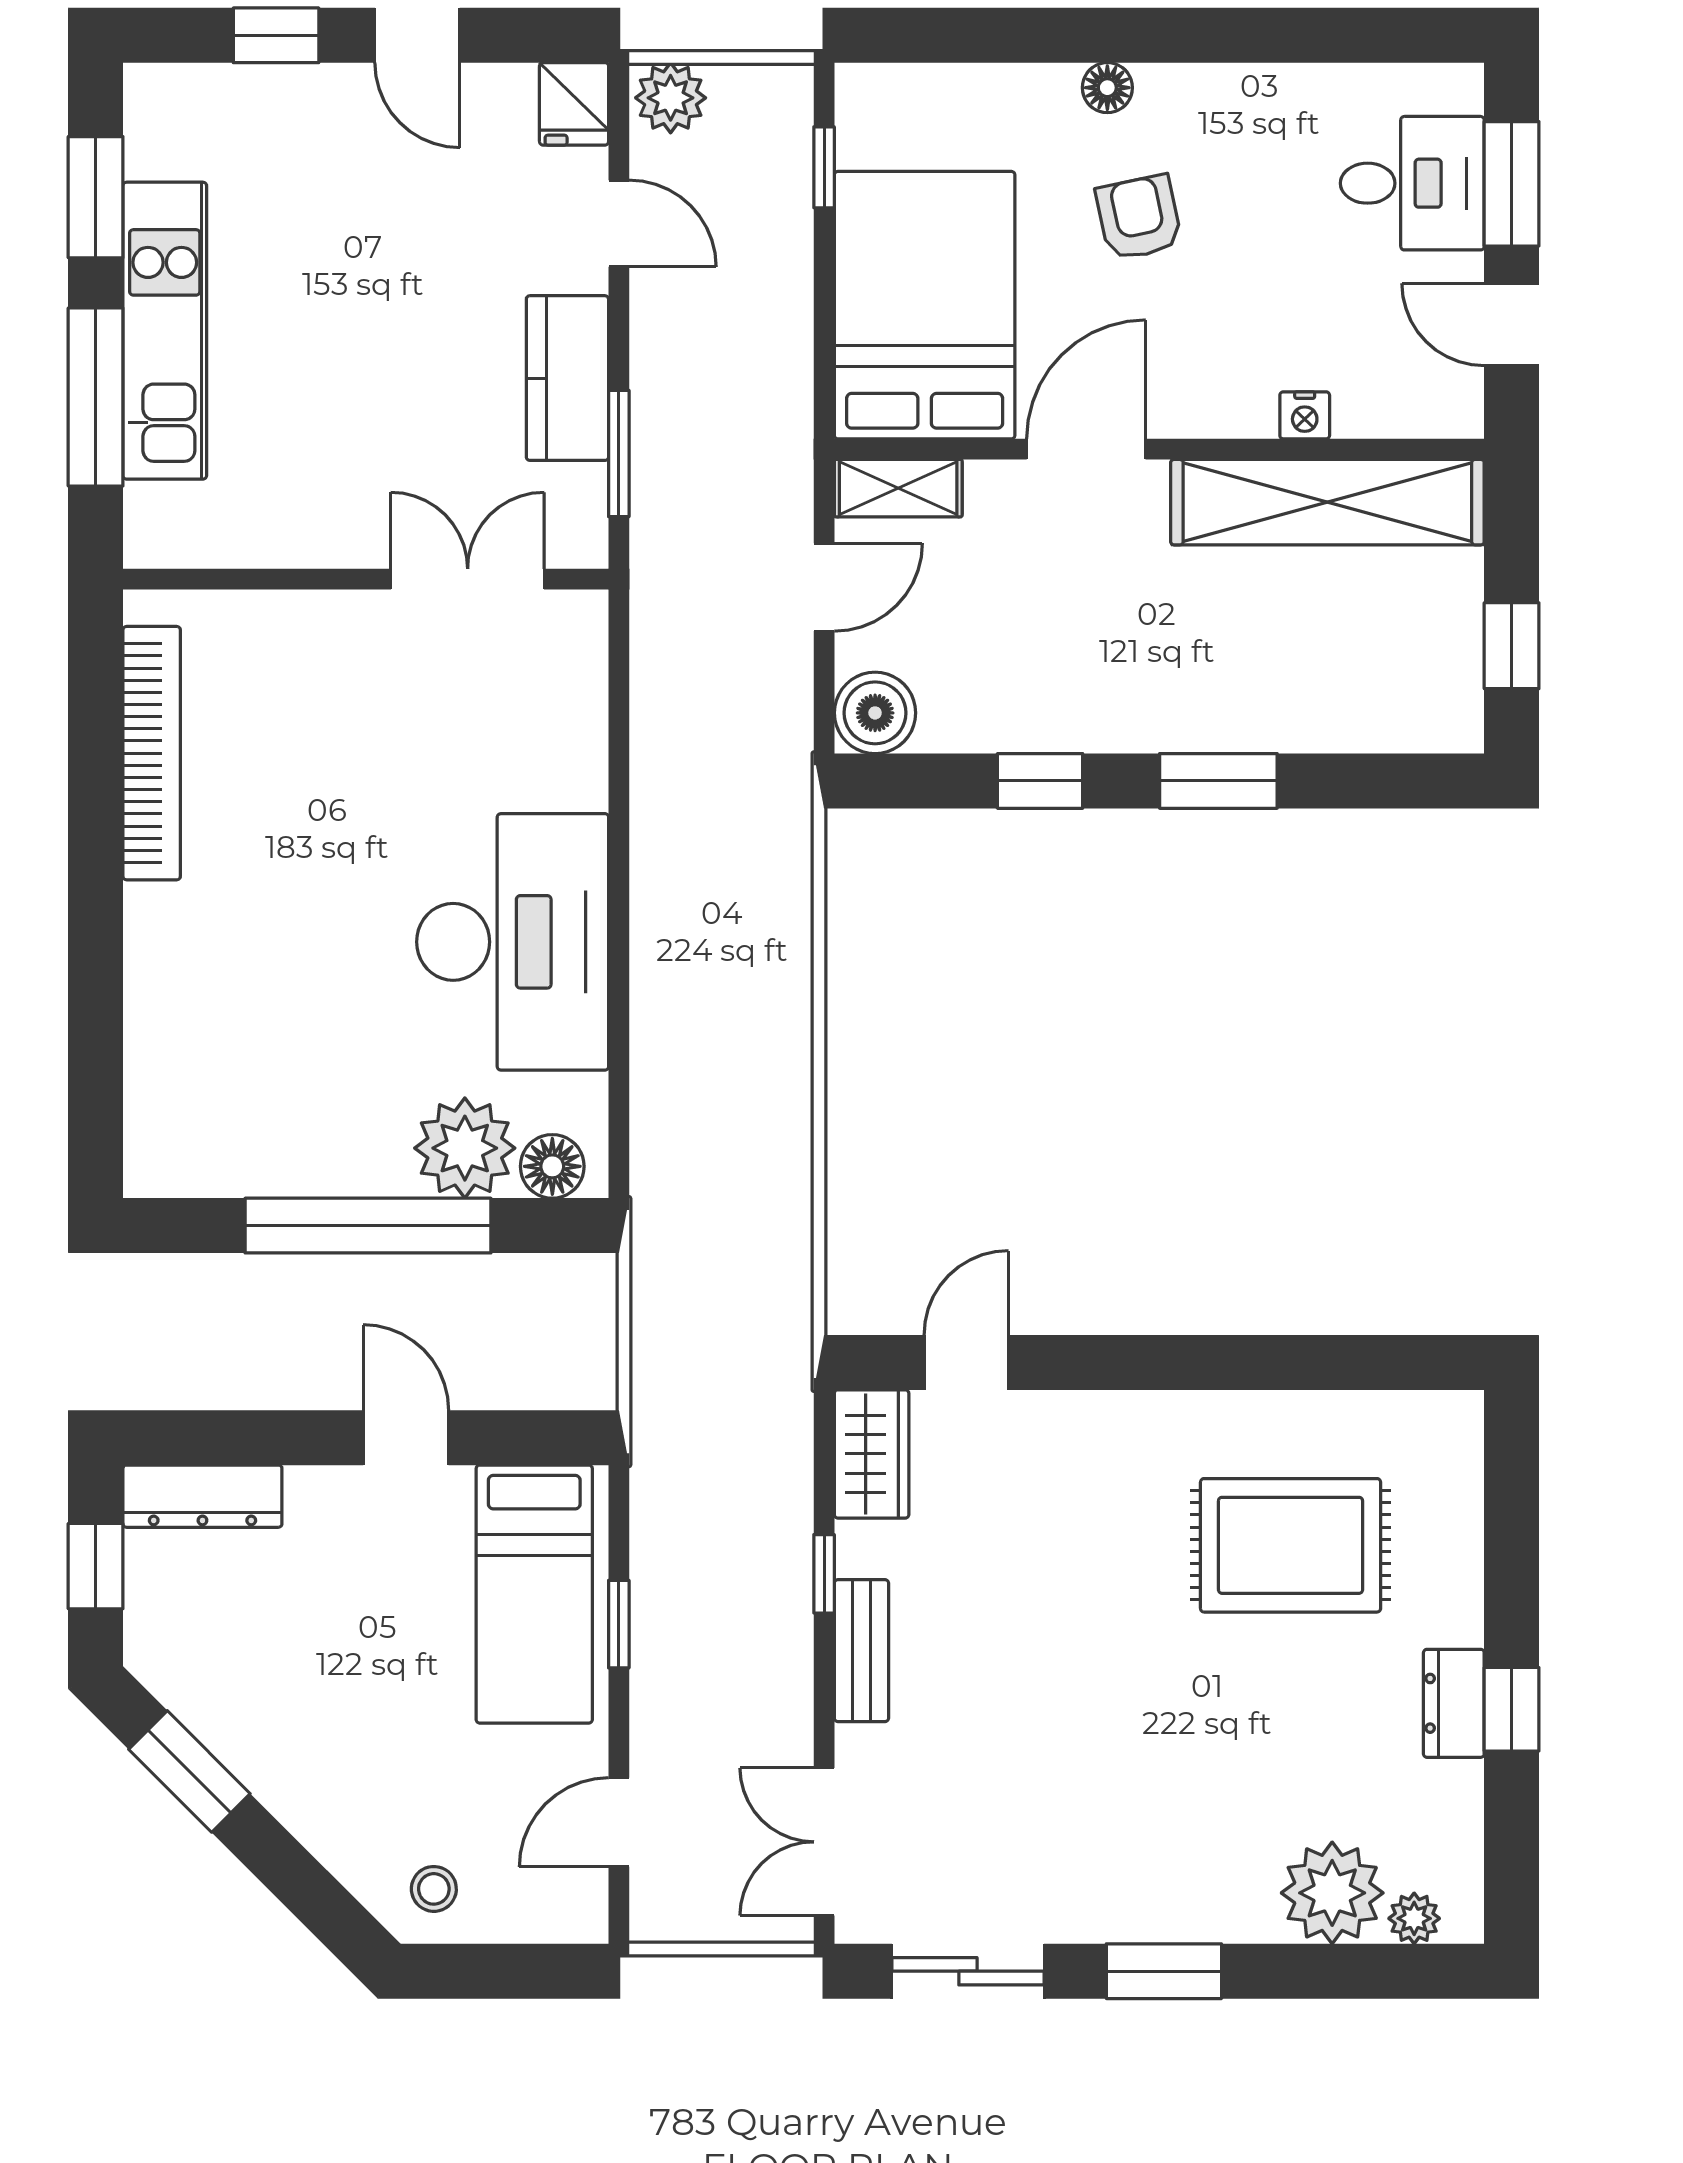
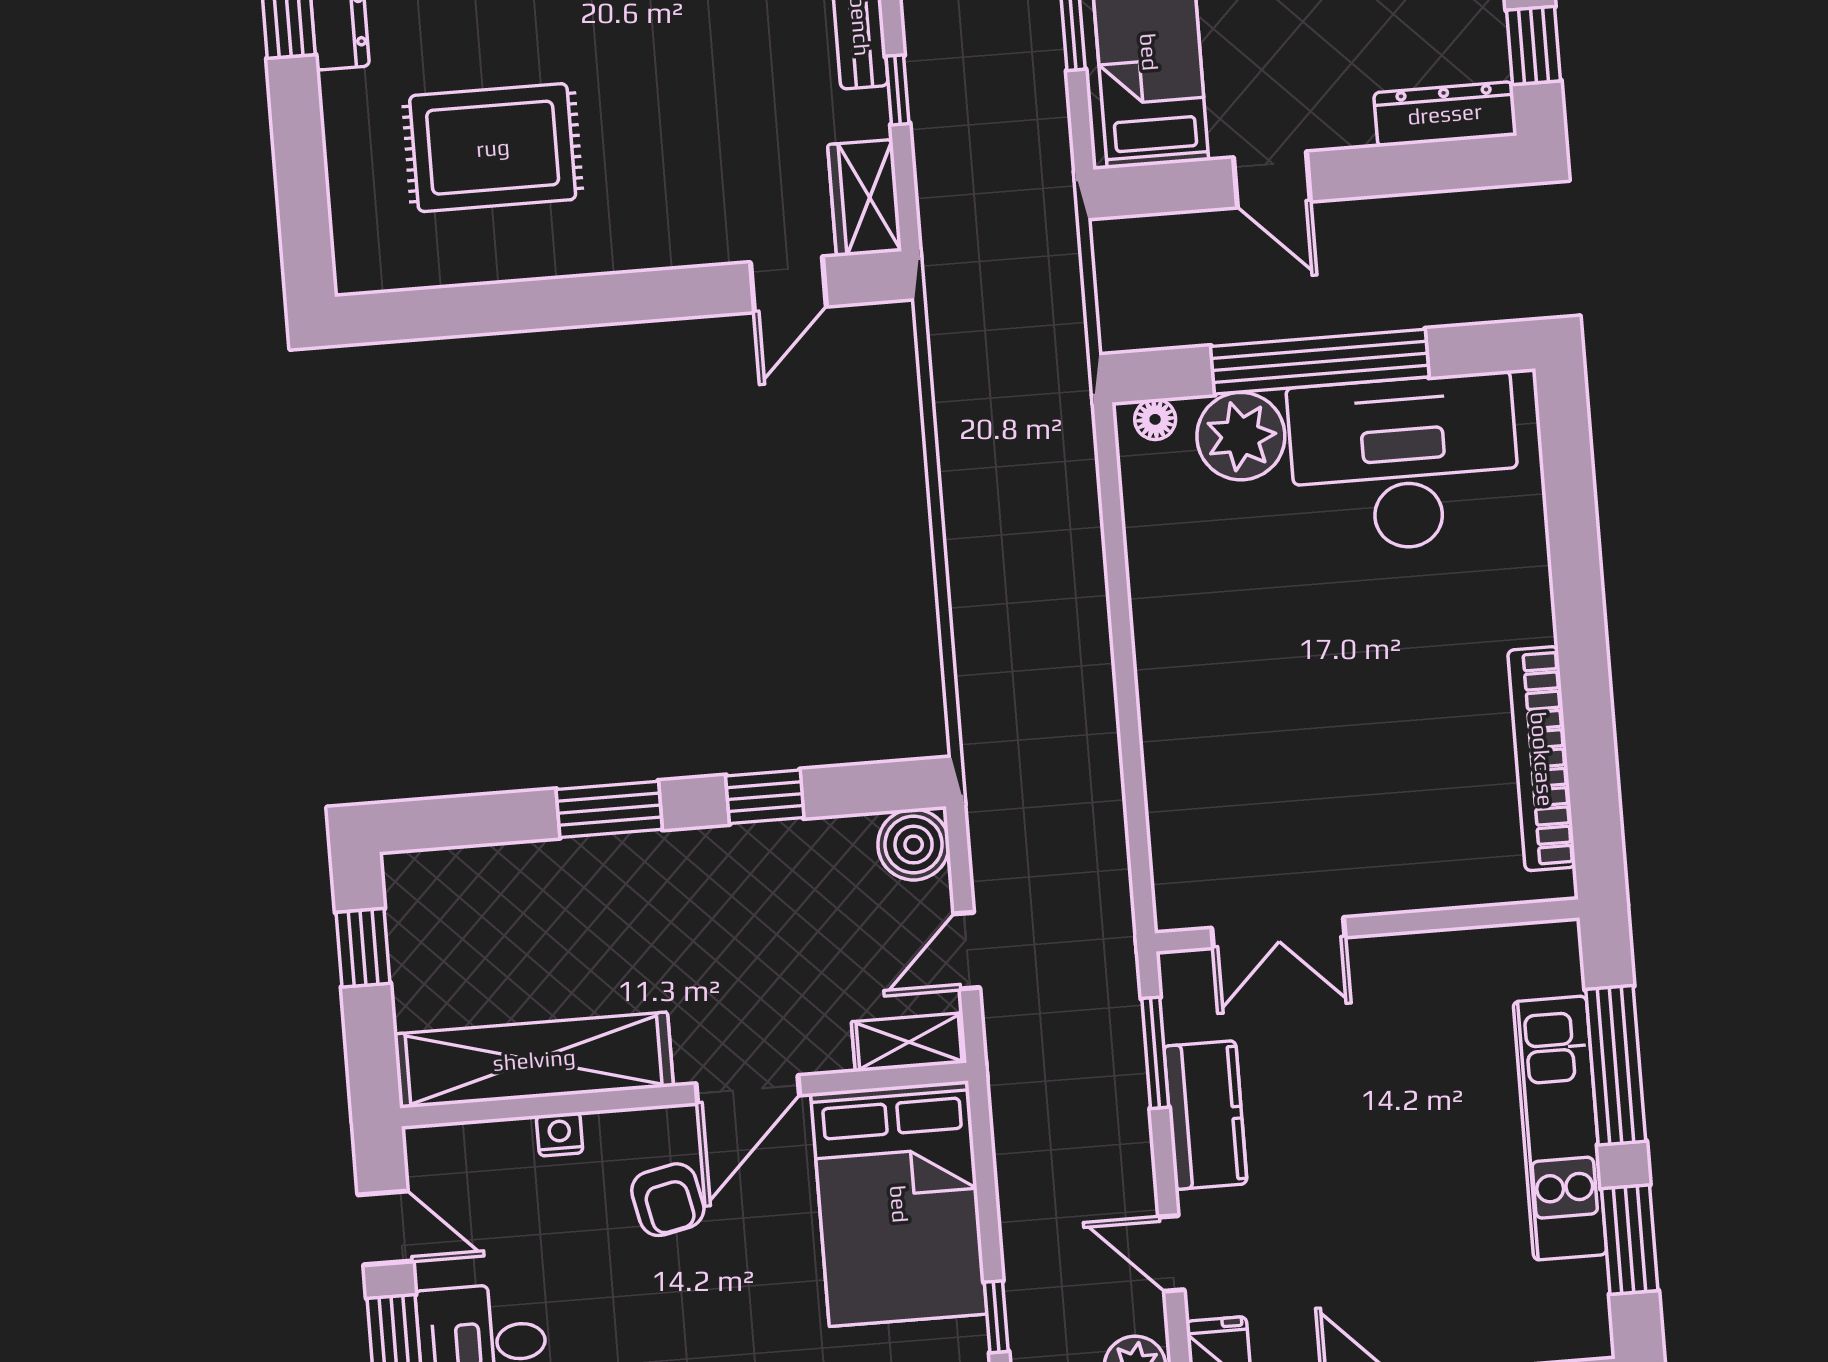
armchair: (1139, 218) -> (668, 1200), moved
desk: (513, 942) -> (1404, 463), moved, turned 90
floor lamp: (552, 1166) -> (1155, 419), width x0.73, depth x0.73

